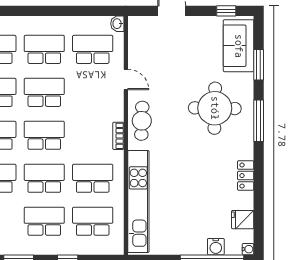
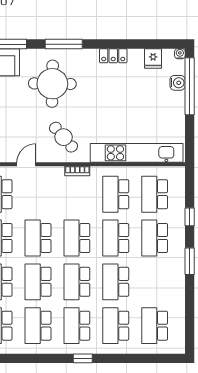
cafe table: (142, 121) -> (64, 137), moved, turned 47

